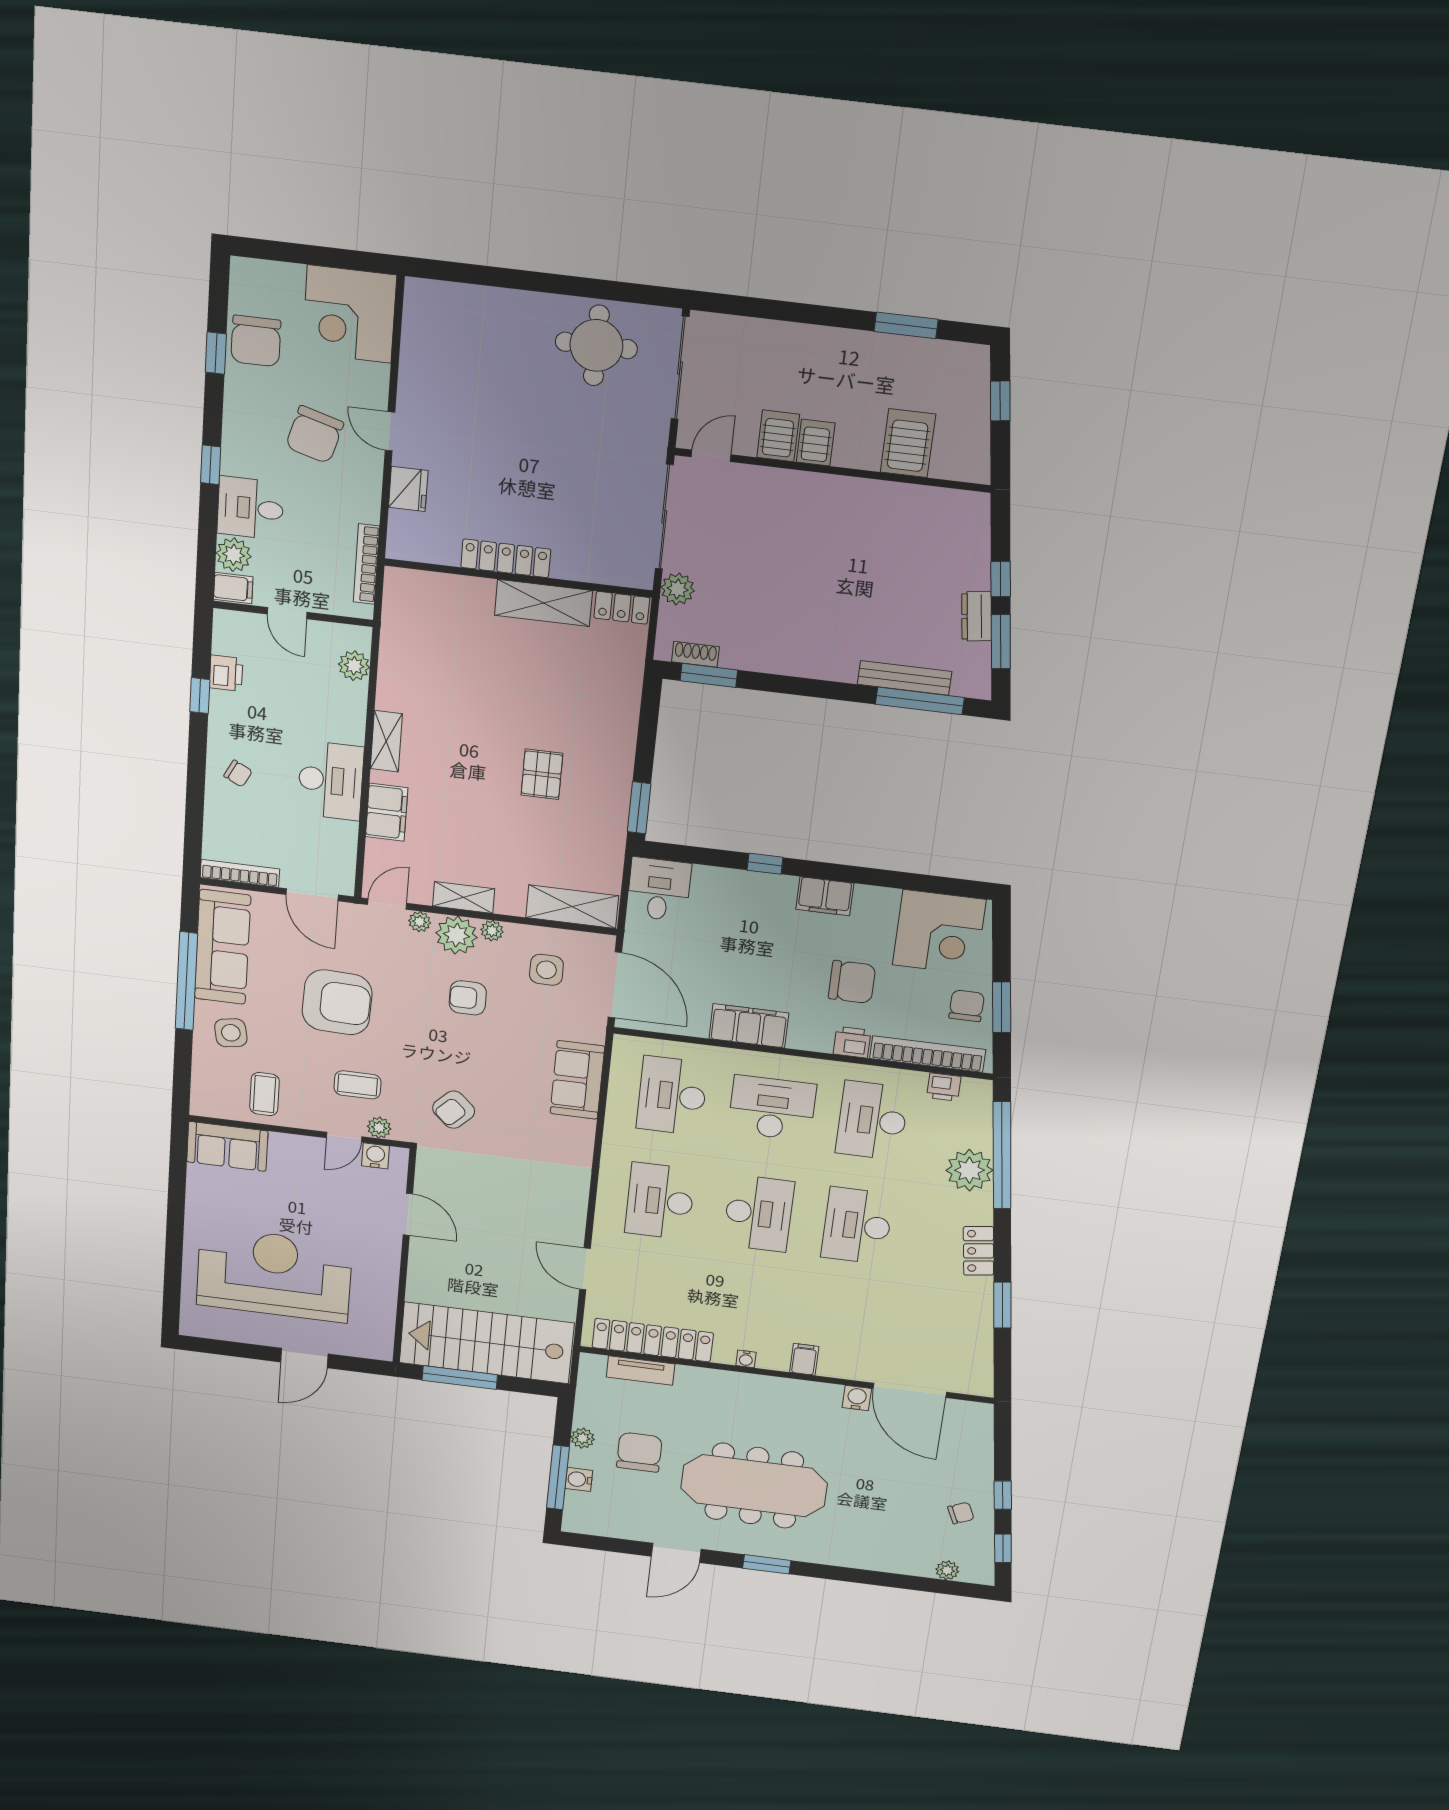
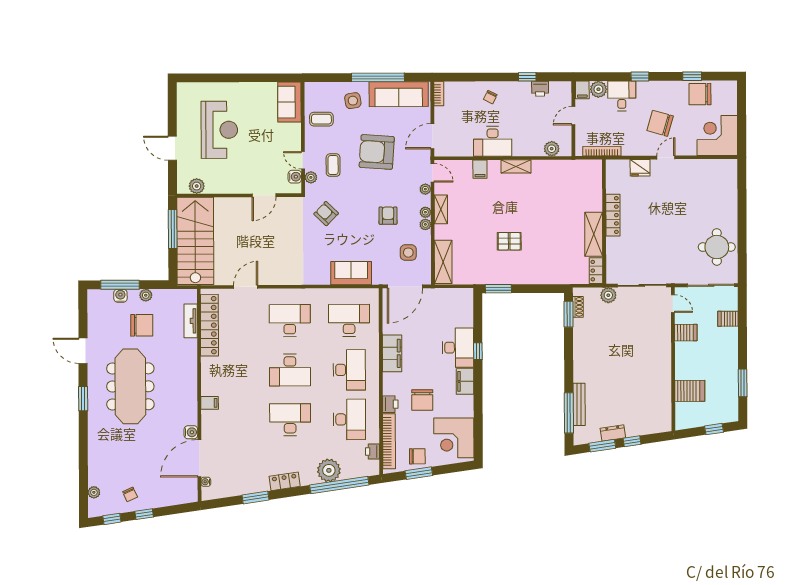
server rack: (816, 443) -> (728, 319), moved, turned 180
filing cabinet: (387, 812) -> (480, 169), width x0.50
bookcase: (240, 873) -> (439, 94), width x0.64
desk: (659, 889) -> (458, 348), moved, width x1.37
plant: (457, 935) -> (425, 212), width x0.53, depth x0.53
armchair: (337, 1002) -> (377, 152), turned 92
desk: (872, 1120) -> (349, 419), turned 90
reception desk: (274, 1274) -> (219, 130), width x0.74, depth x0.77
plant: (380, 1327) -> (197, 186), added
water cooler: (746, 1359) -> (206, 482), moved

